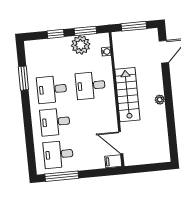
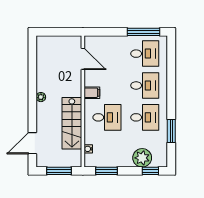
window: (56, 34) -> (150, 171), moved
plant: (81, 45) -> (142, 158), moved
stairs: (127, 95) -> (72, 123), moved
filing cabinet: (113, 161) -> (92, 93), moved

